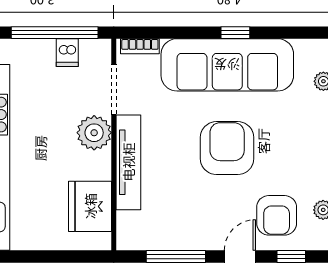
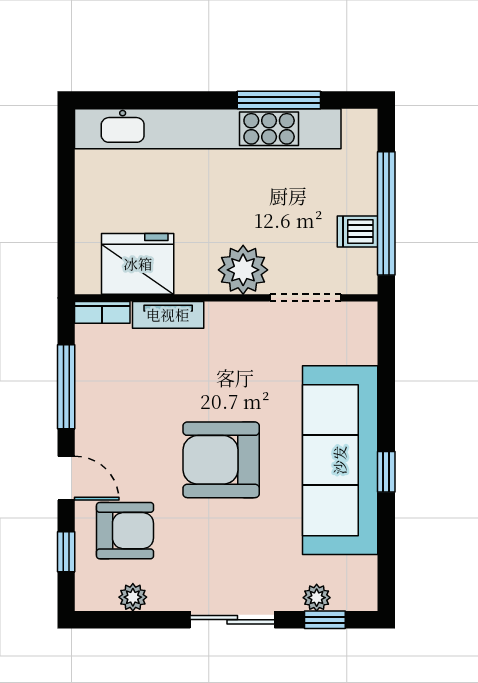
bookcase: (140, 46) -> (102, 312), moved, turned -90
armchair: (227, 148) -> (221, 460), turned 180
tv unit: (128, 162) -> (168, 315), width x0.52, depth x0.78
armchair: (277, 215) -> (125, 531), turned 180

